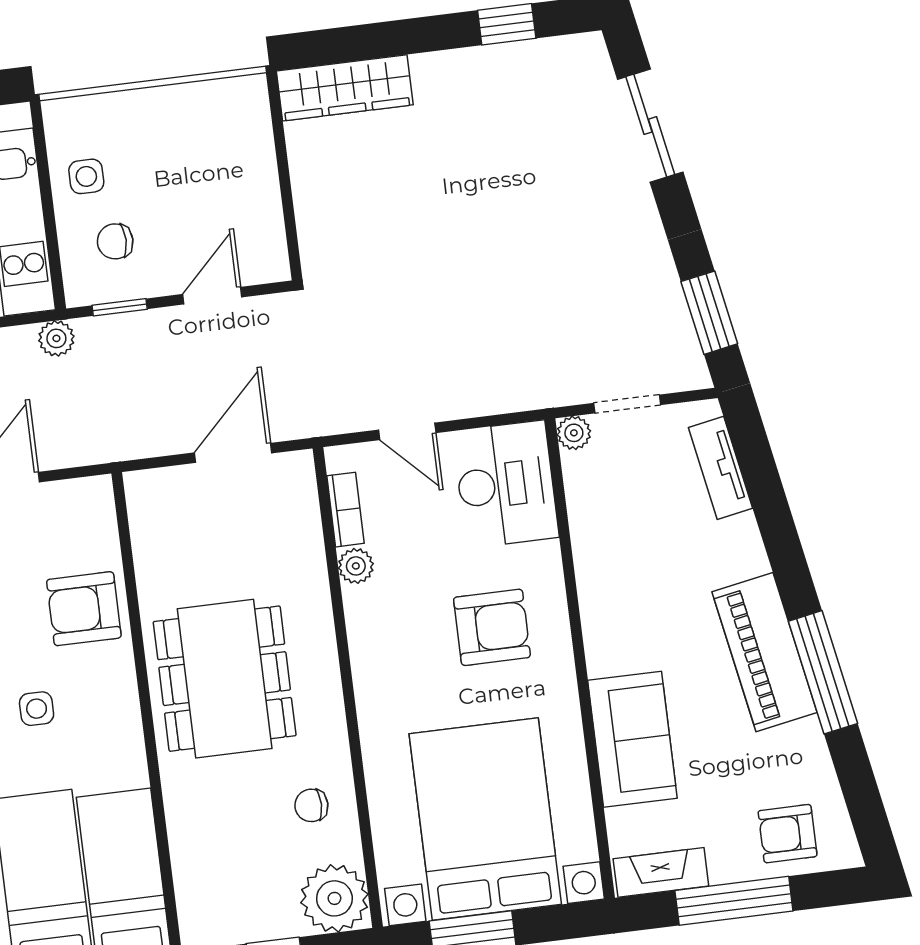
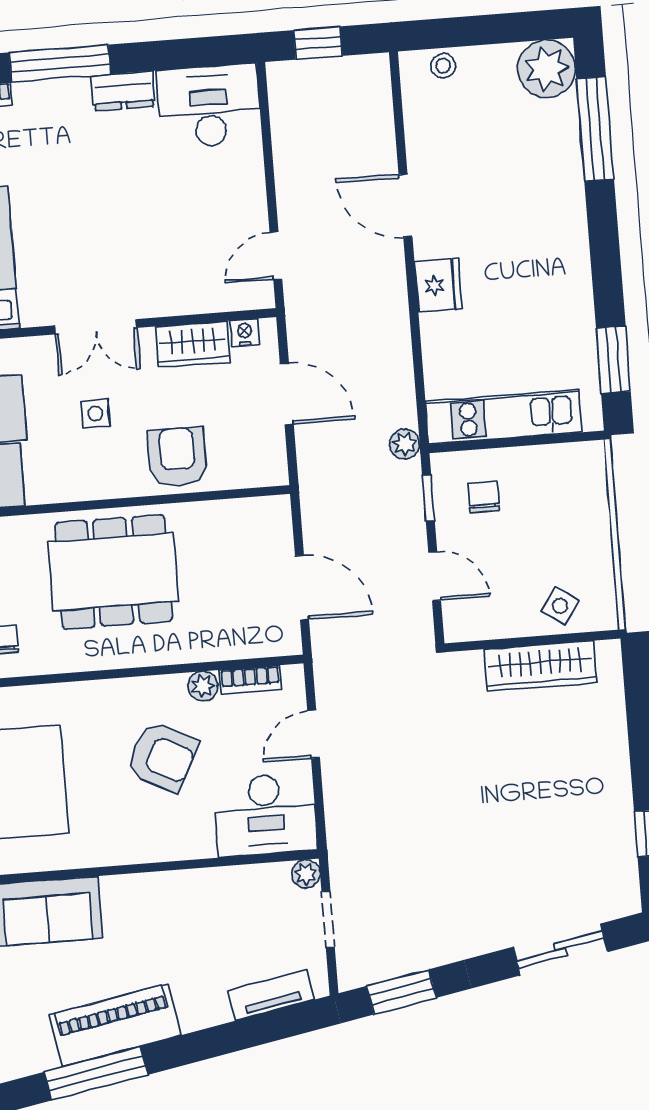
wardrobe: (345, 88) -> (540, 666), moved, turned -90
side table: (86, 176) -> (560, 606), moved, turned 34
armchair: (492, 627) -> (162, 757), moved, turned -63

